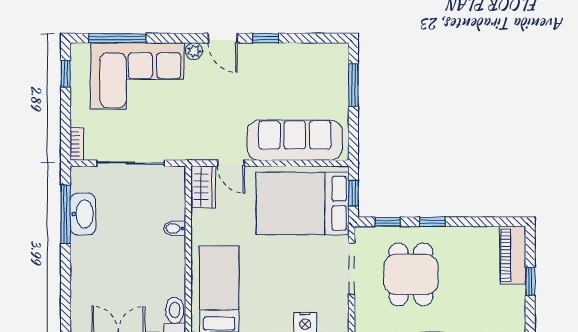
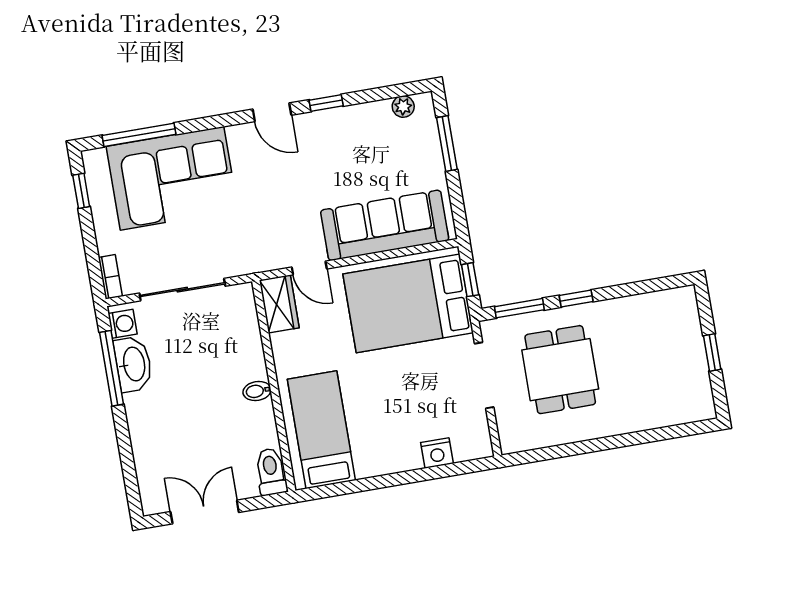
plant: (194, 51) -> (403, 107), moved
washing machine: (80, 181) -> (123, 324), added
window: (388, 222) -> (519, 308), width x1.50
bidet: (175, 228) -> (257, 391), moved
piano: (513, 255) -> (685, 323), removed

